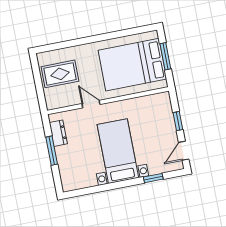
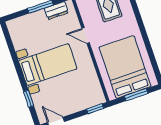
door: (91, 104) -> (86, 36), swing flipped
window: (178, 121) -> (95, 109), moved

